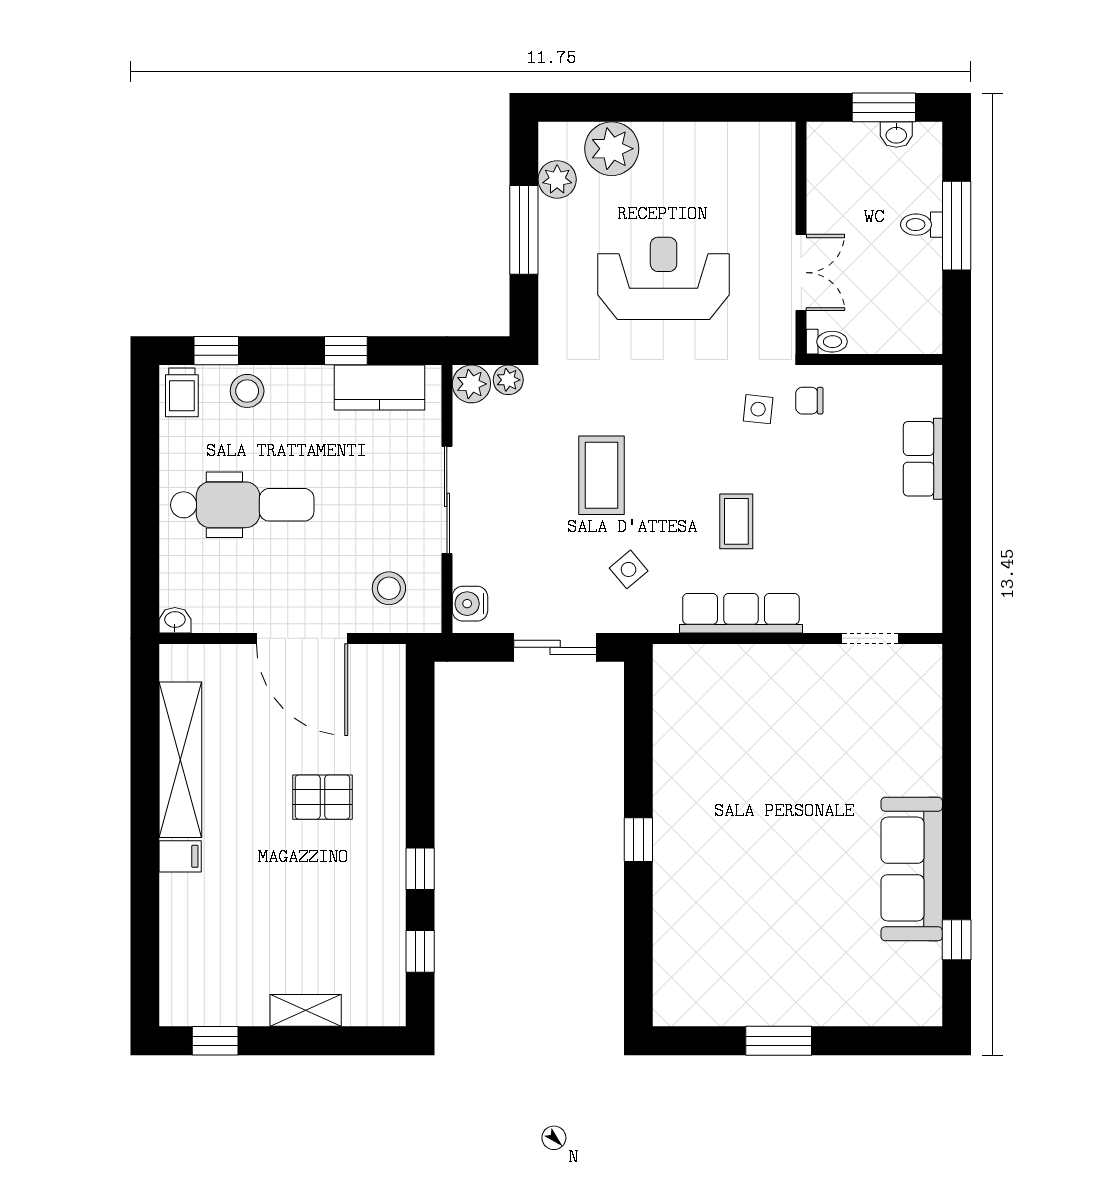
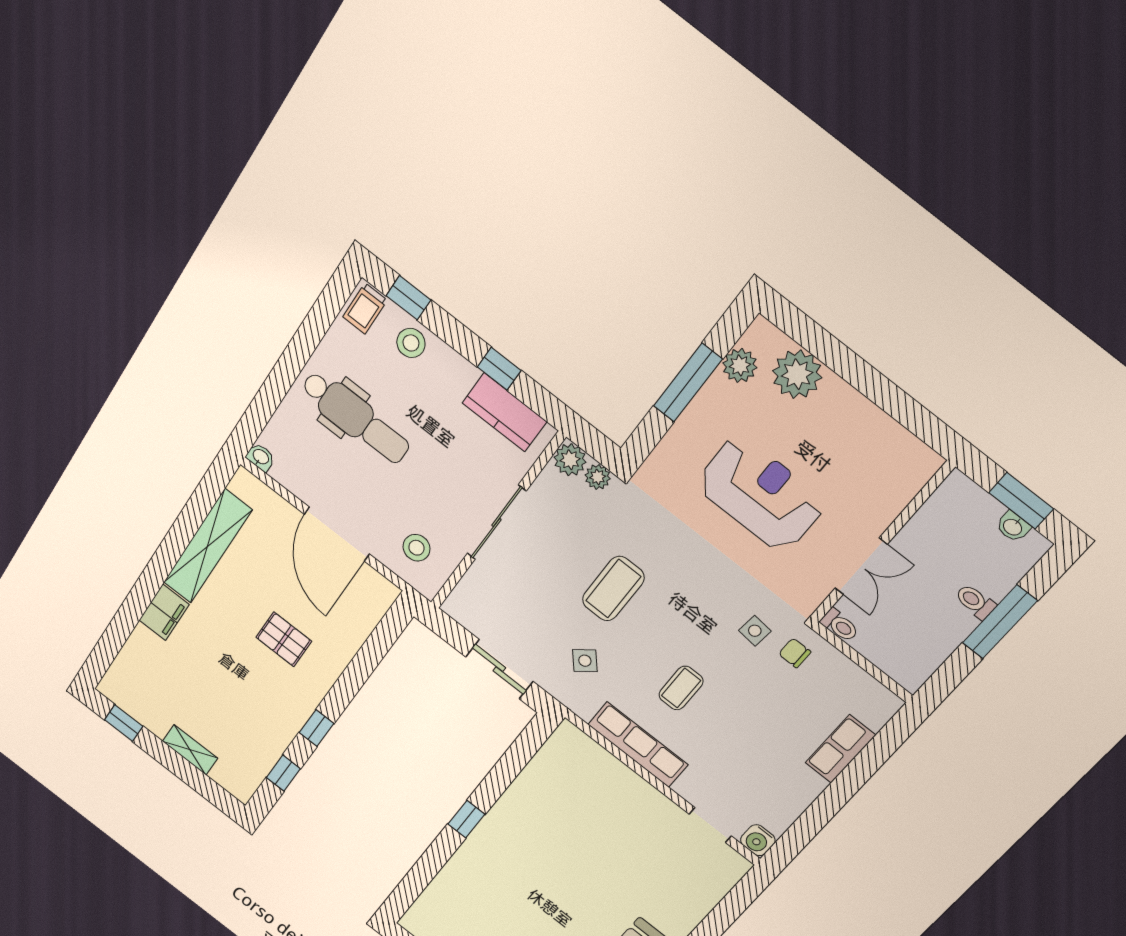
water cooler: (470, 604) -> (758, 840), moved, turned -90
filing cabinet: (180, 856) -> (164, 612), width x2.00

